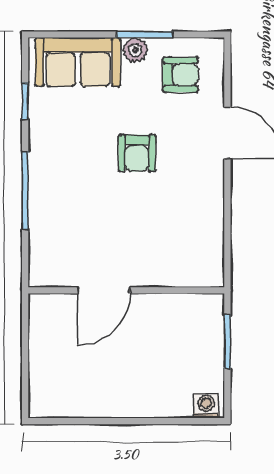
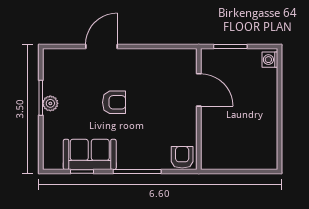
sofa: (78, 62) -> (90, 154), moved, turned -90
armchair: (180, 75) -> (182, 157), moved
door: (104, 290) -> (199, 90), moved

